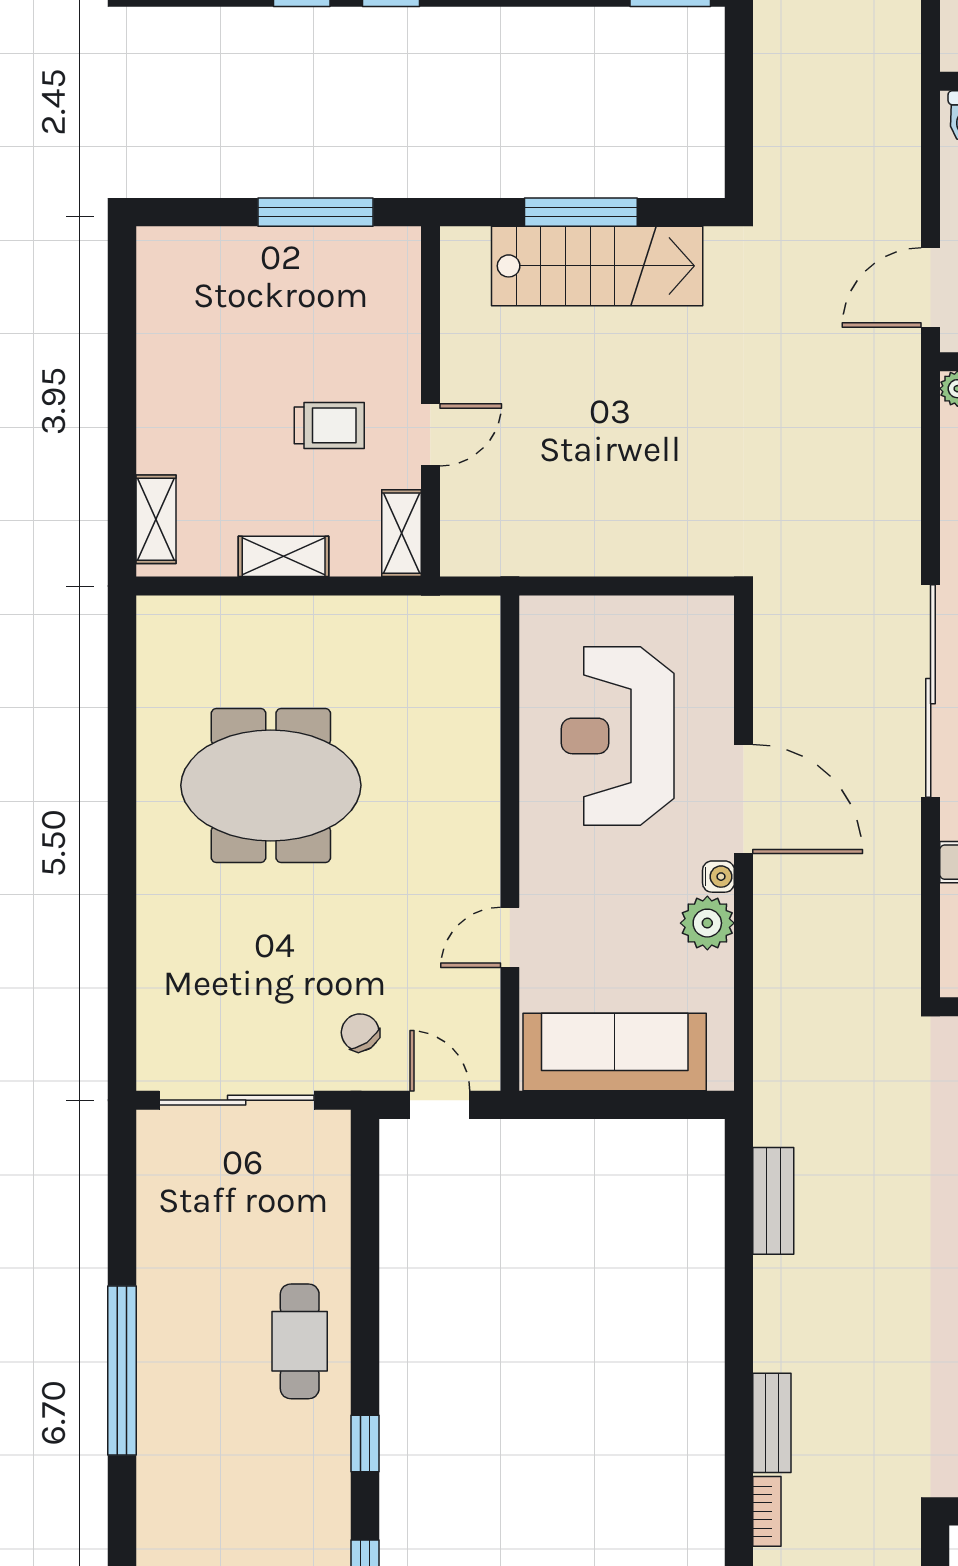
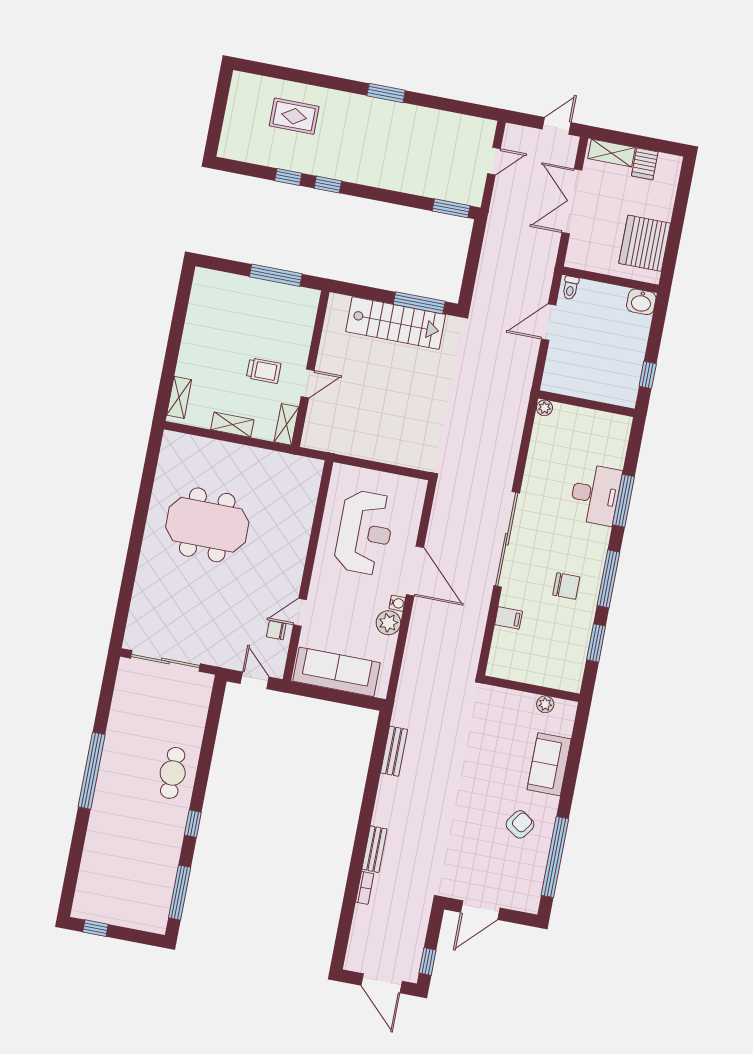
window: (581, 212) -> (419, 303), moved
door: (931, 287) -> (549, 322), moved
reception desk: (618, 736) -> (365, 532), turned 180
chair: (360, 1032) -> (276, 630), moved, turned -55

